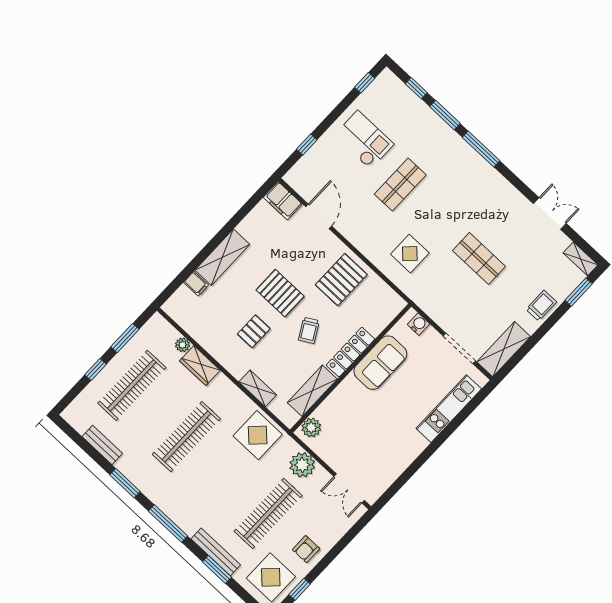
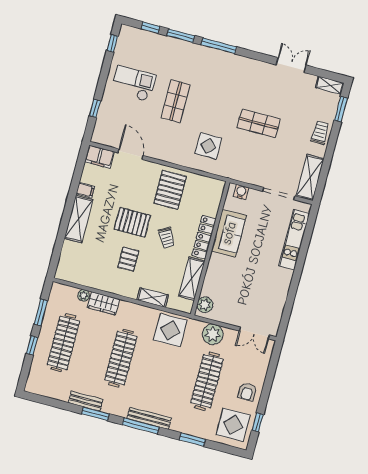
filing cabinet: (196, 284) -> (85, 190), moved
bench: (102, 445) -> (86, 401), moved
bench: (216, 552) -> (149, 418), moved

